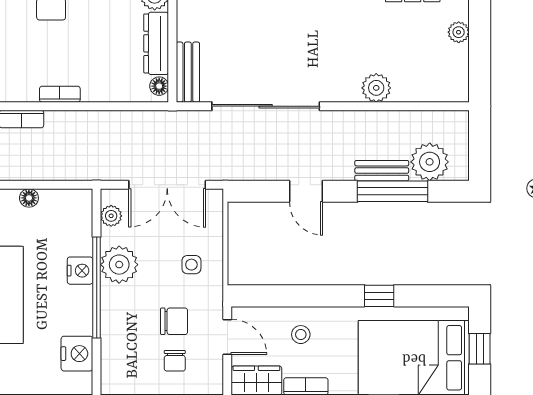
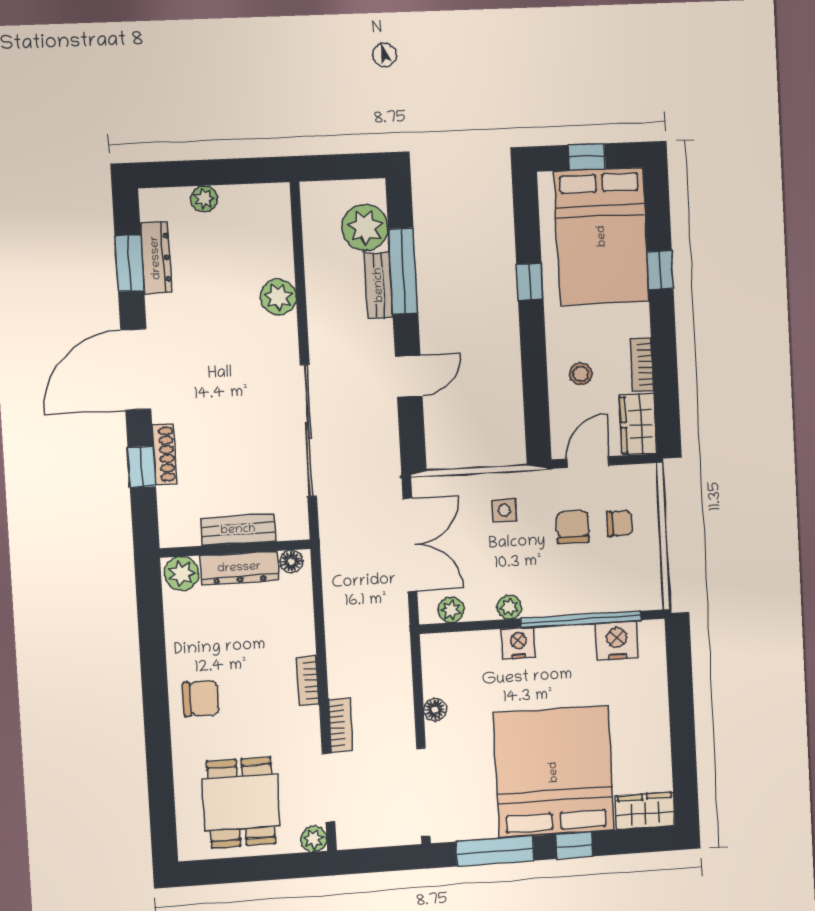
bench: (188, 72) -> (238, 530), moved
plant: (119, 265) -> (509, 607), width x0.53, depth x0.53
window: (97, 288) -> (581, 619), moved

